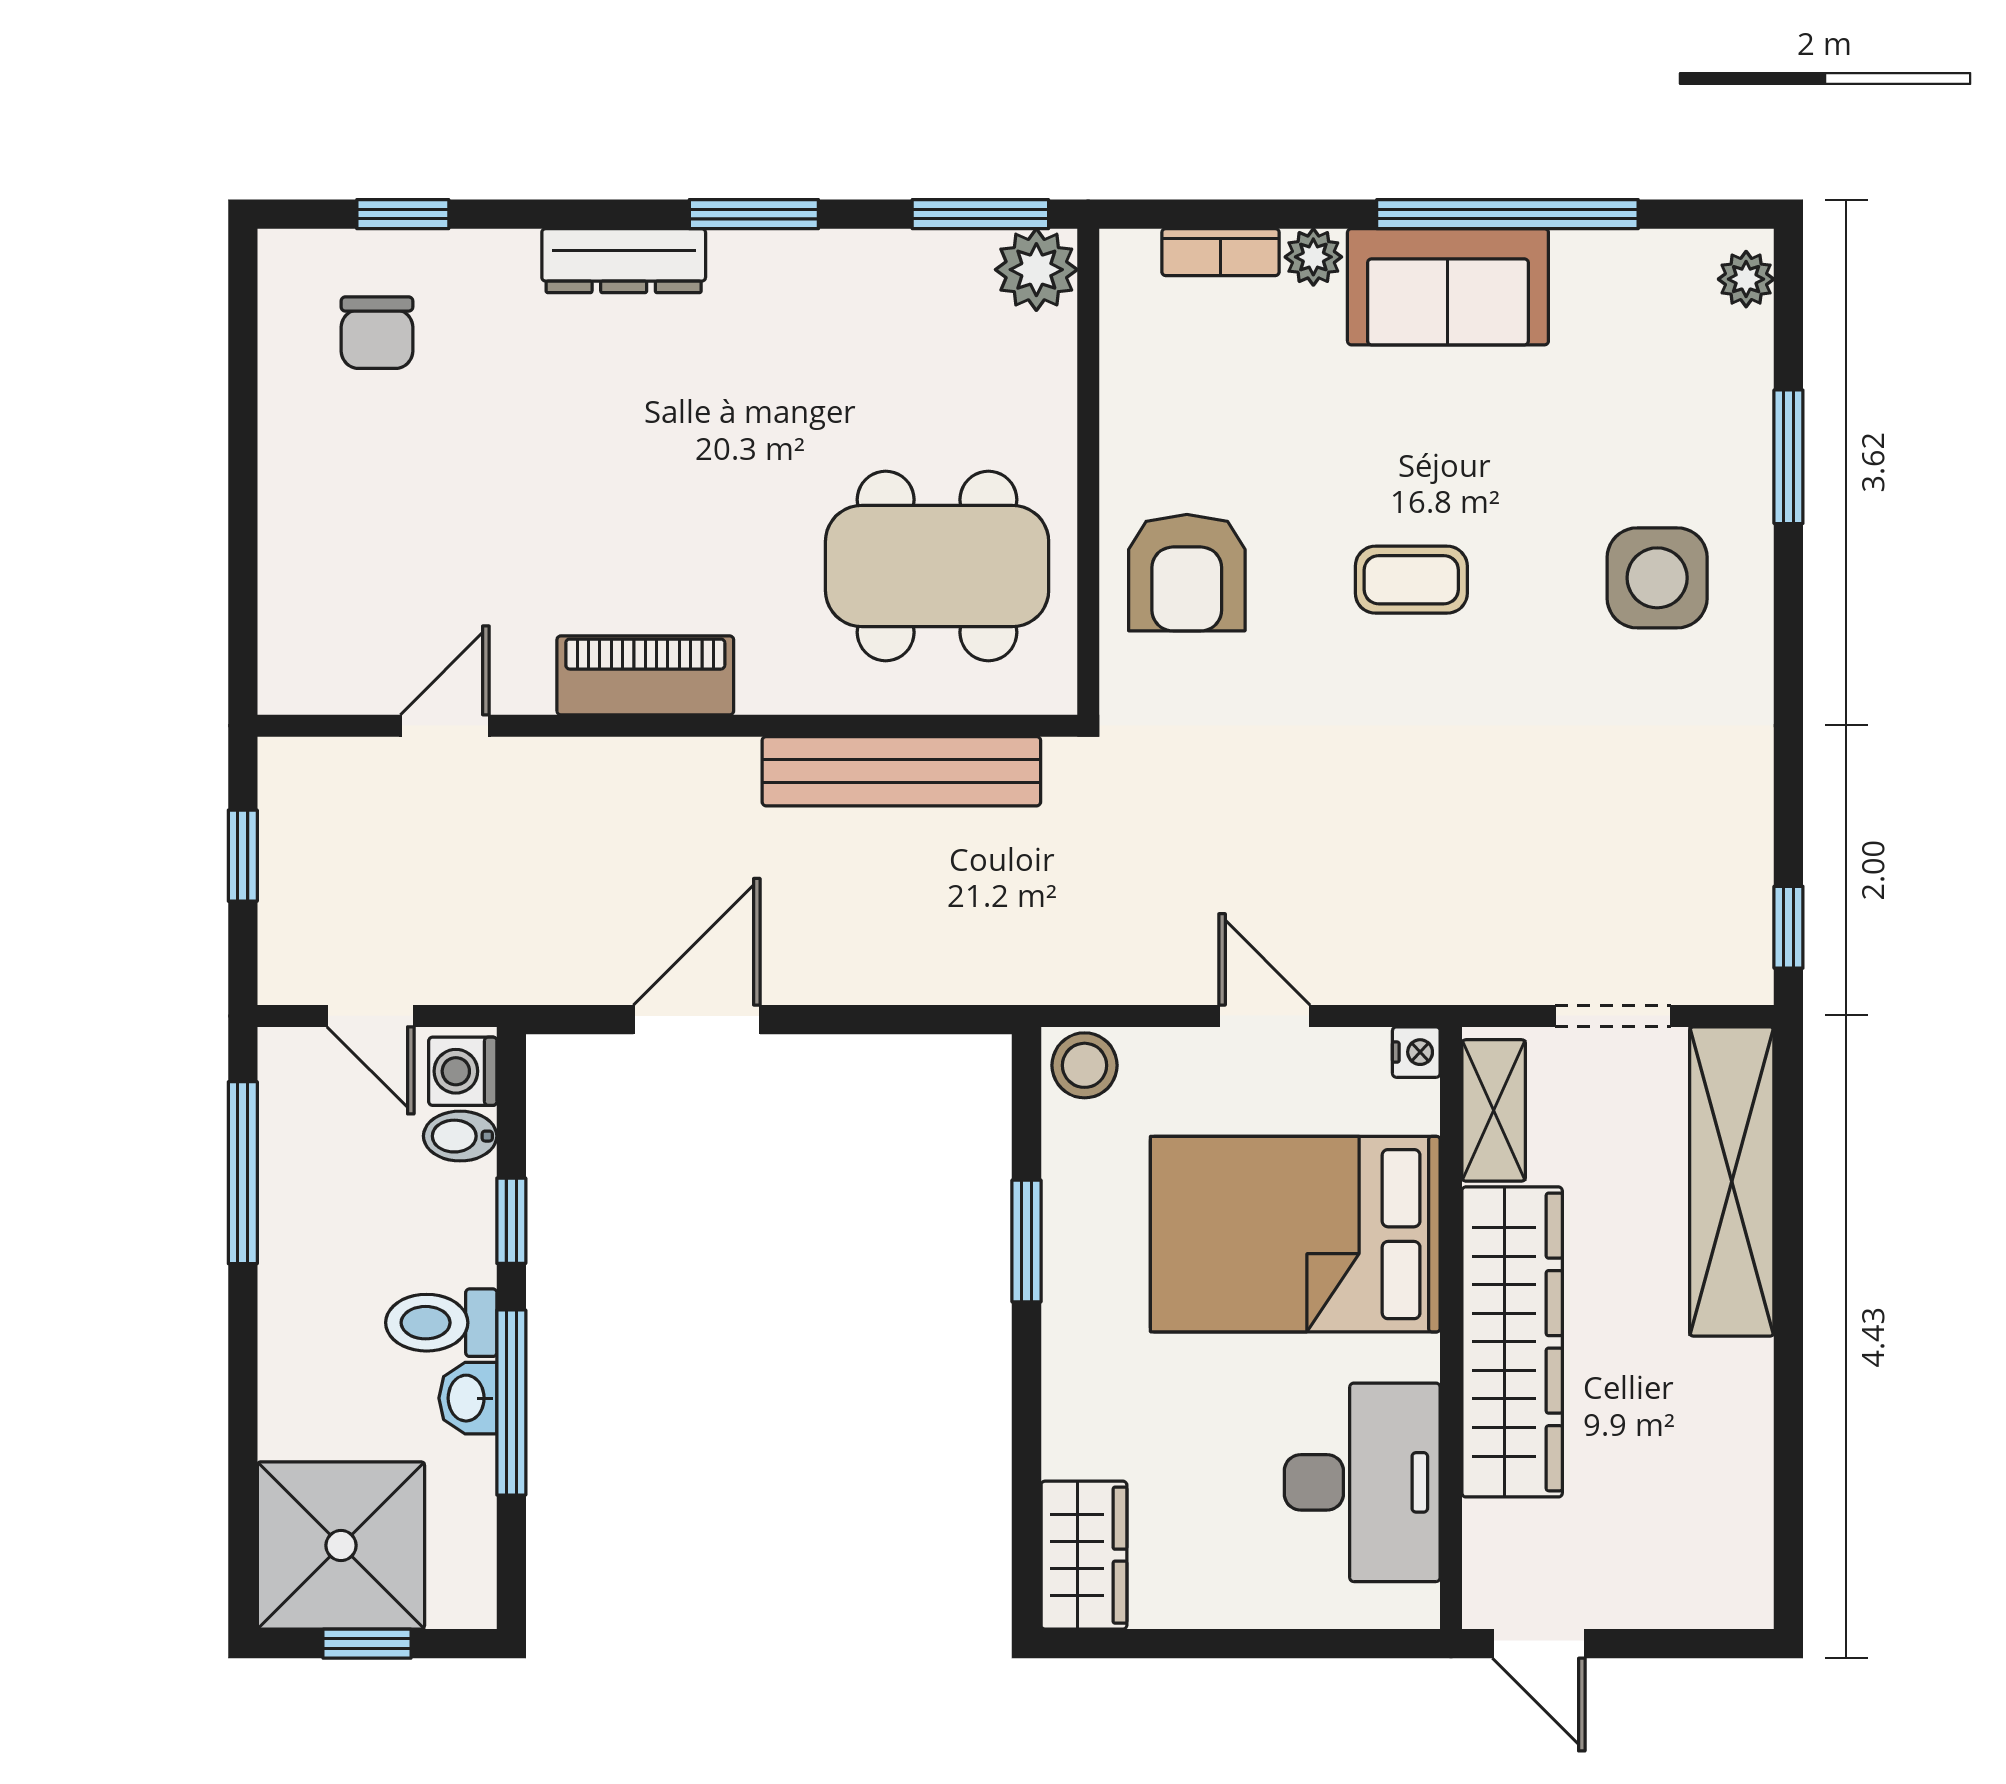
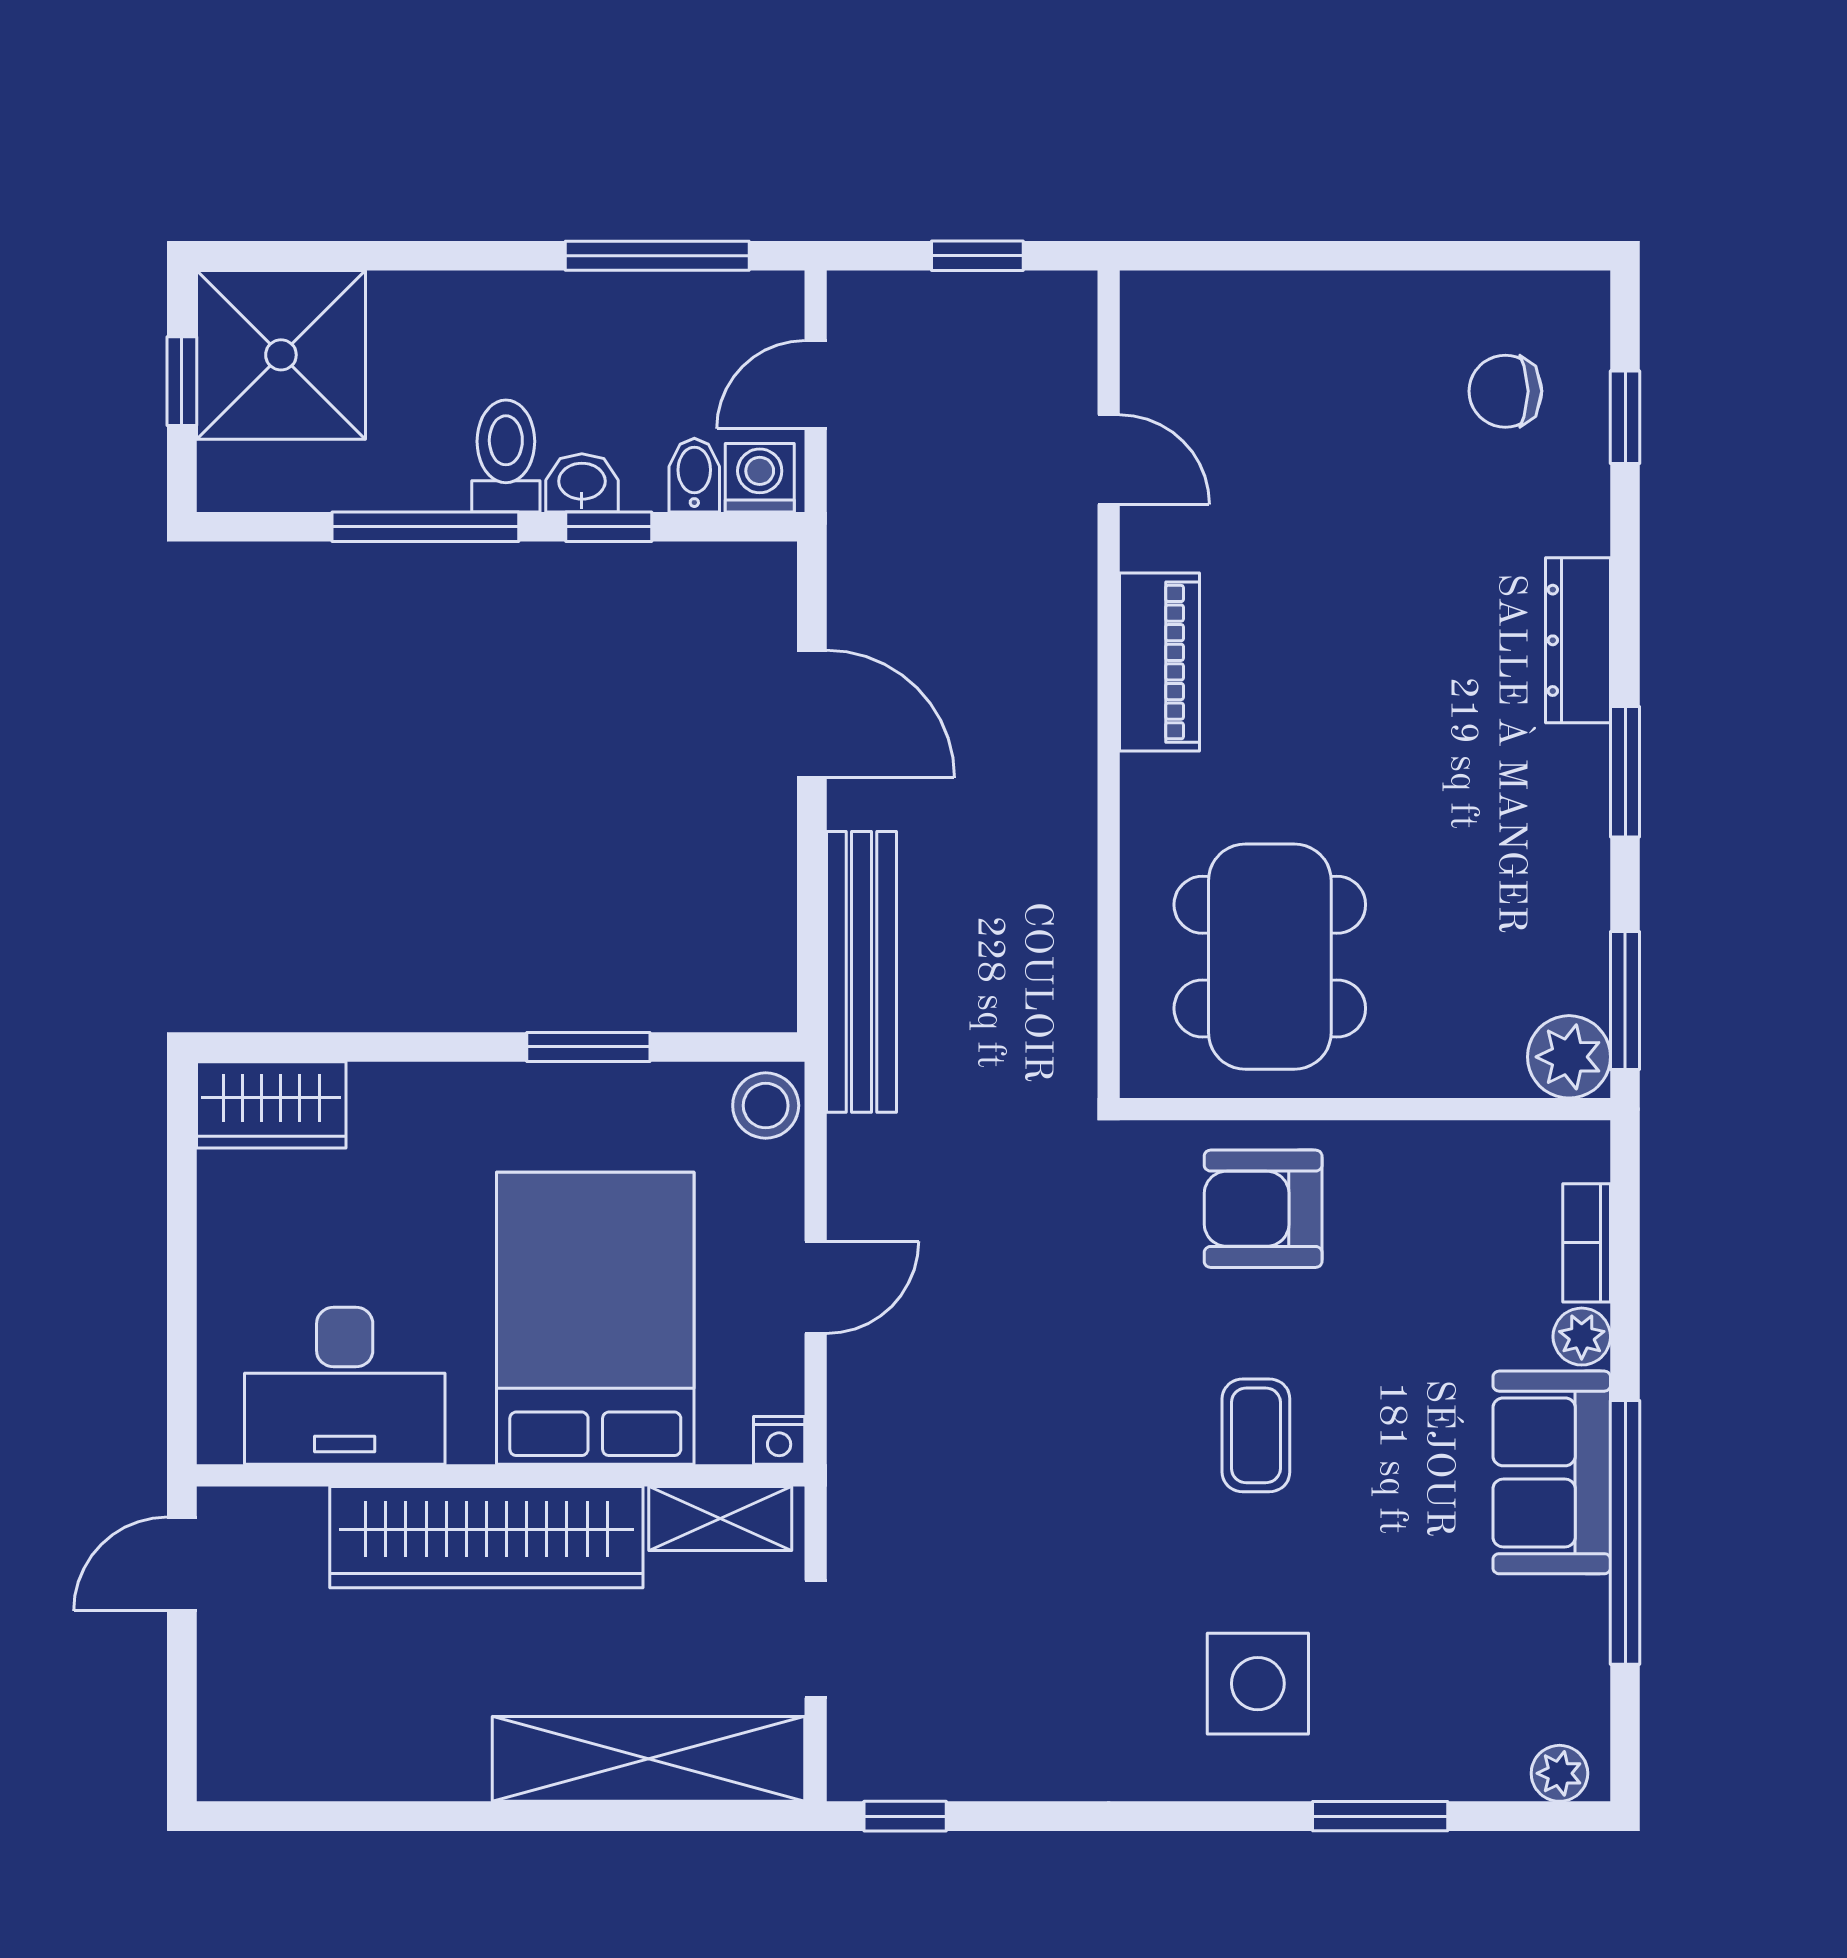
bench: (901, 771) -> (861, 972), moved
washbasin: (468, 1398) -> (582, 483), moved

